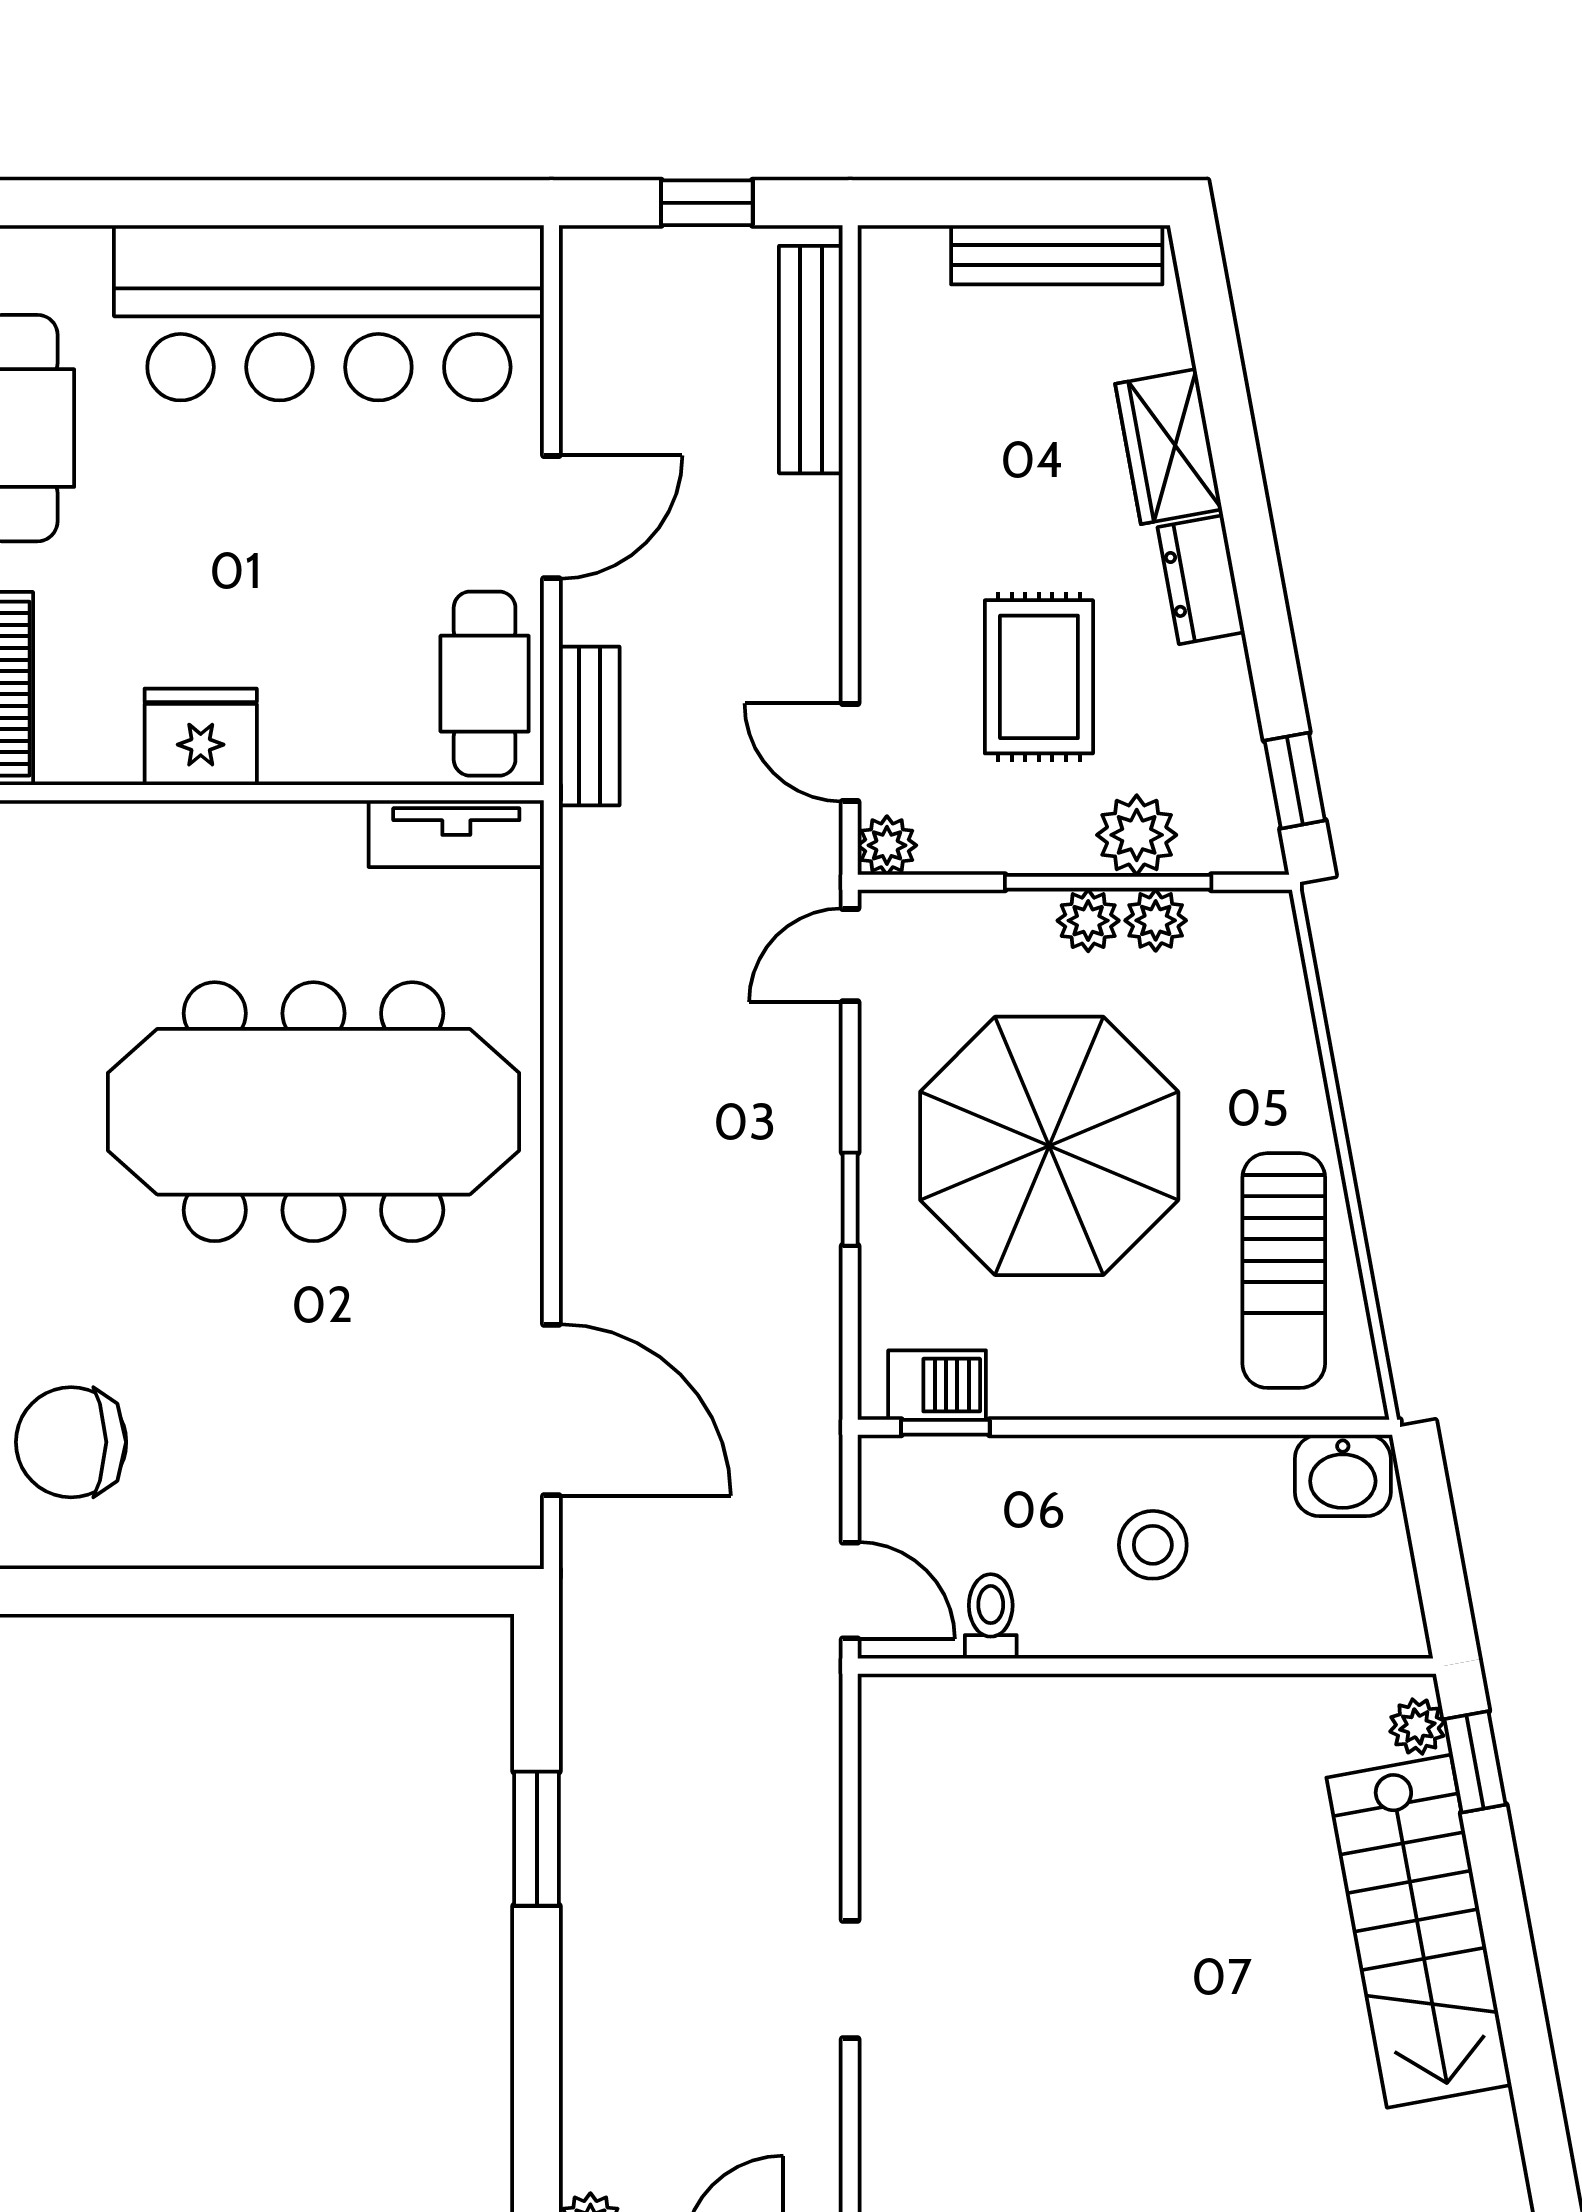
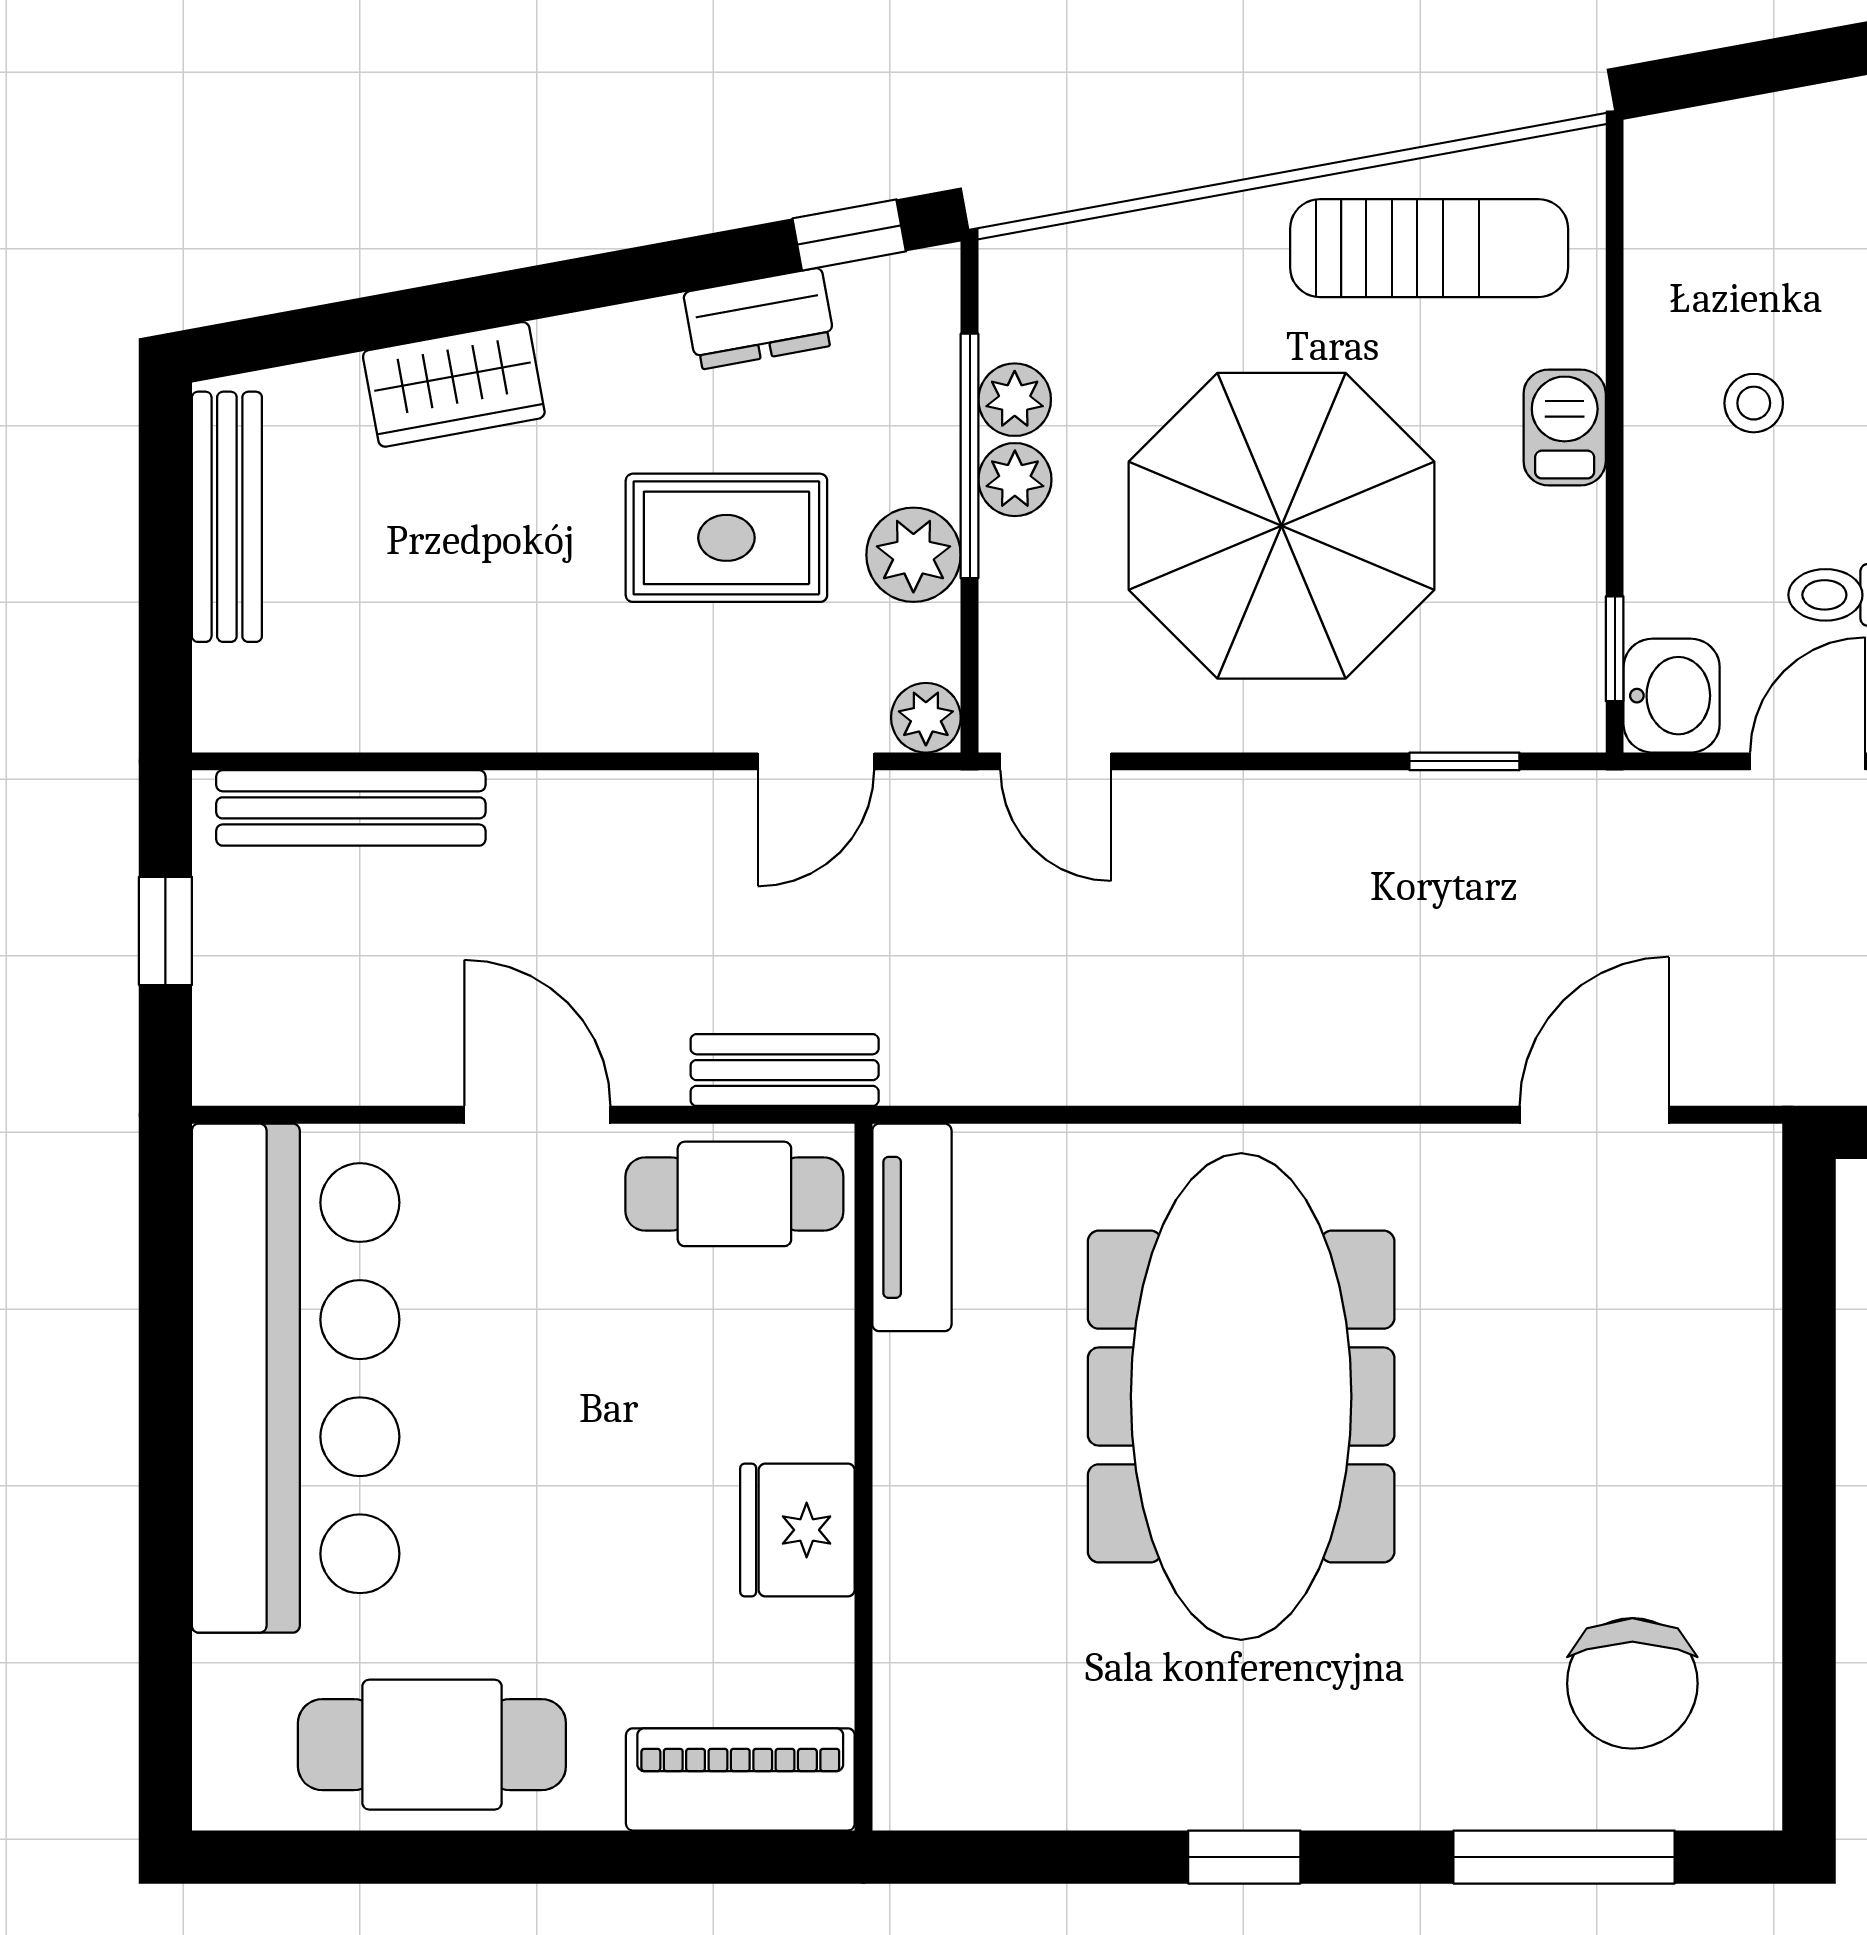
dresser: (1201, 580) -> (759, 319), moved
plant: (1137, 835) -> (913, 555), moved
window: (850, 1199) -> (1464, 761), moved
barbecue: (937, 1385) -> (1565, 428), moved
door: (551, 1410) -> (1594, 1115), width x0.73
washbasin: (1343, 1475) -> (1672, 696), moved
stool: (1153, 1545) -> (1754, 403), width x0.73, depth x0.73

